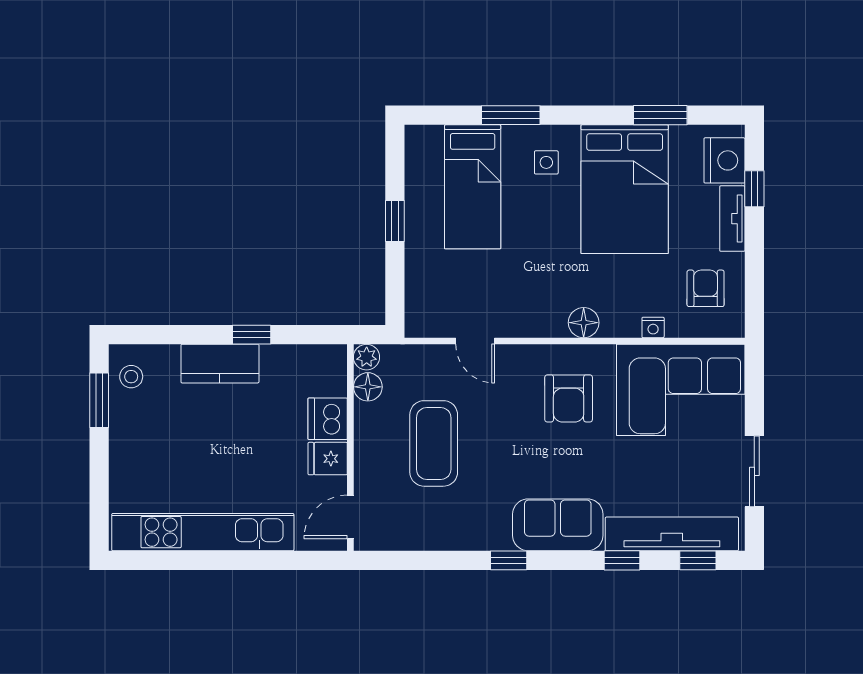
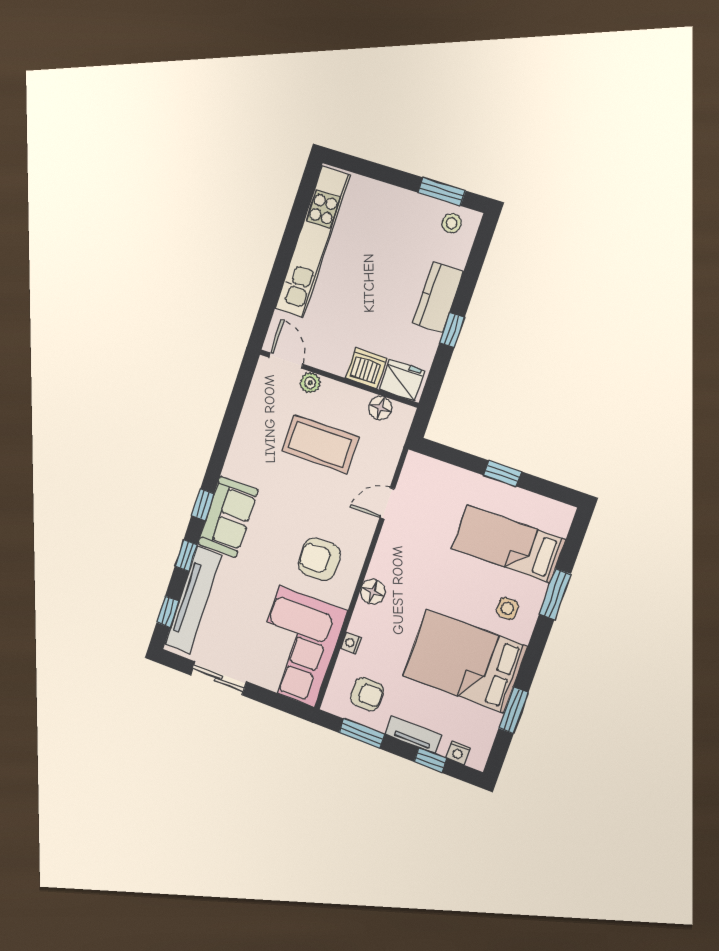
nightstand: (724, 160) -> (458, 753), width x0.53, depth x0.56
window: (754, 279) -> (362, 734), added
plant: (367, 357) -> (310, 383), moved
fridge: (328, 459) -> (402, 380), moved, width x1.38
window: (509, 560) -> (203, 505), moved

